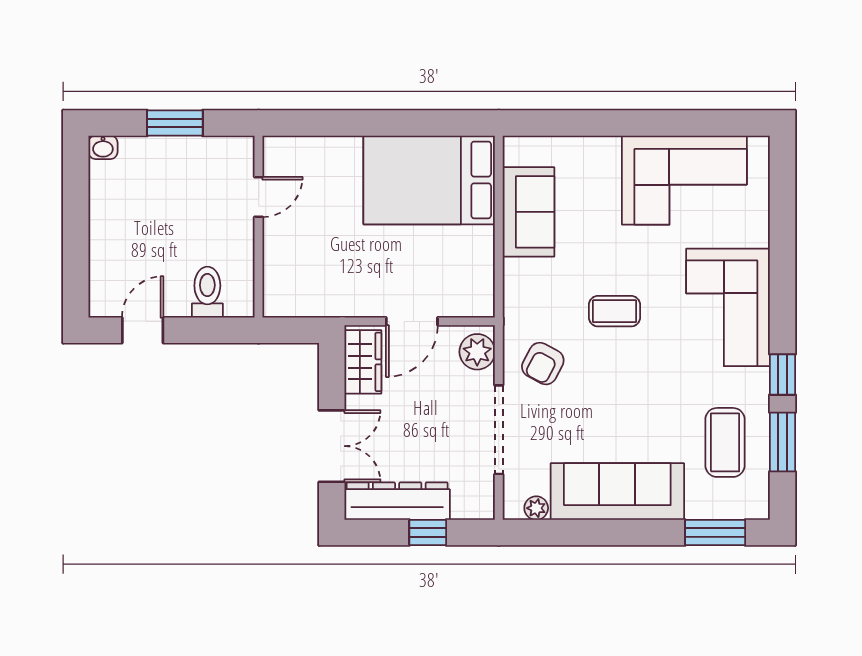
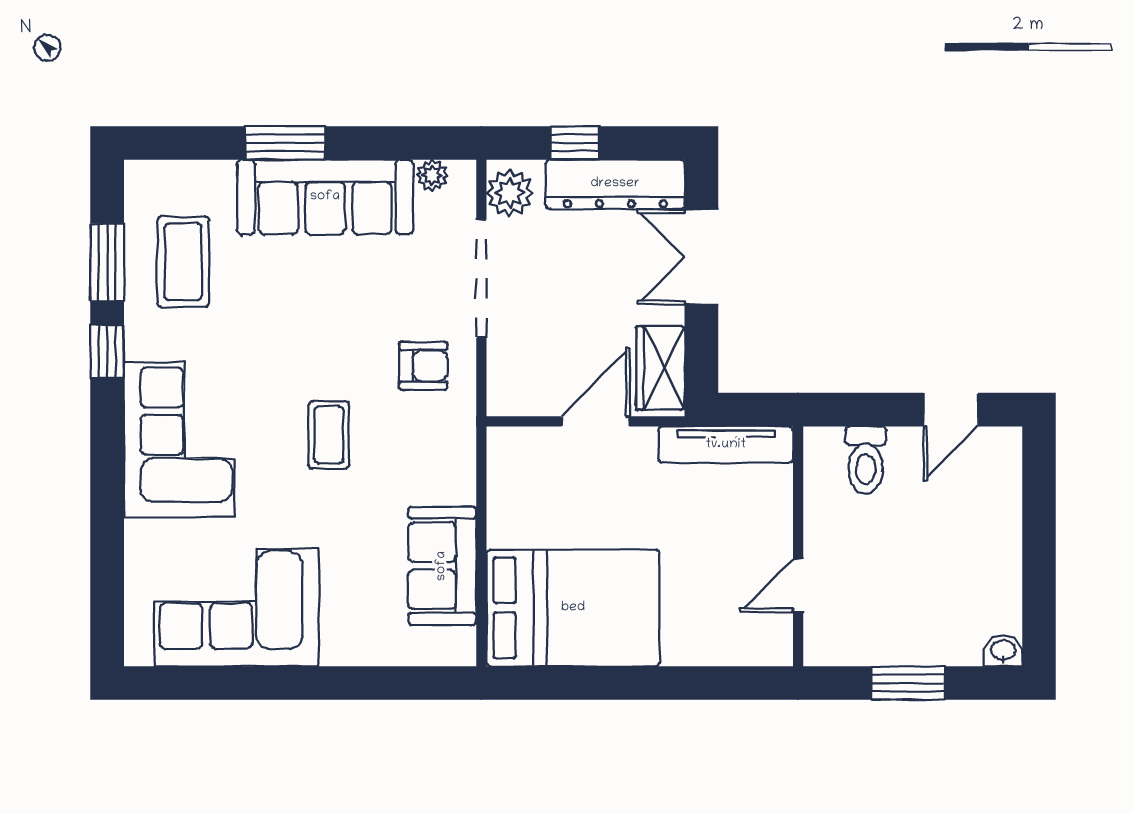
tv unit: (313, 304) -> (726, 445), added
coffee table: (614, 311) -> (329, 435), turned 90
plant: (477, 352) -> (510, 193), moved
armchair: (543, 364) -> (423, 366), turned 62
window: (715, 533) -> (285, 143), moved

